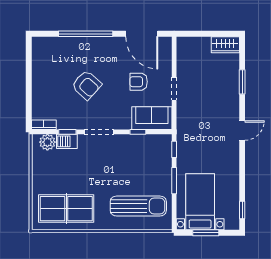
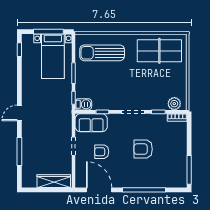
wardrobe: (225, 45) -> (54, 181), moved, width x1.50
window: (29, 59) -> (189, 170), added
armchair: (139, 82) -> (102, 152), turned 180
window: (242, 82) -> (19, 152), width x1.44
armchair: (87, 85) -> (143, 149), turned -42
barbecue: (67, 141) -> (83, 104), moved
window: (206, 233) -> (48, 32), width x1.44

